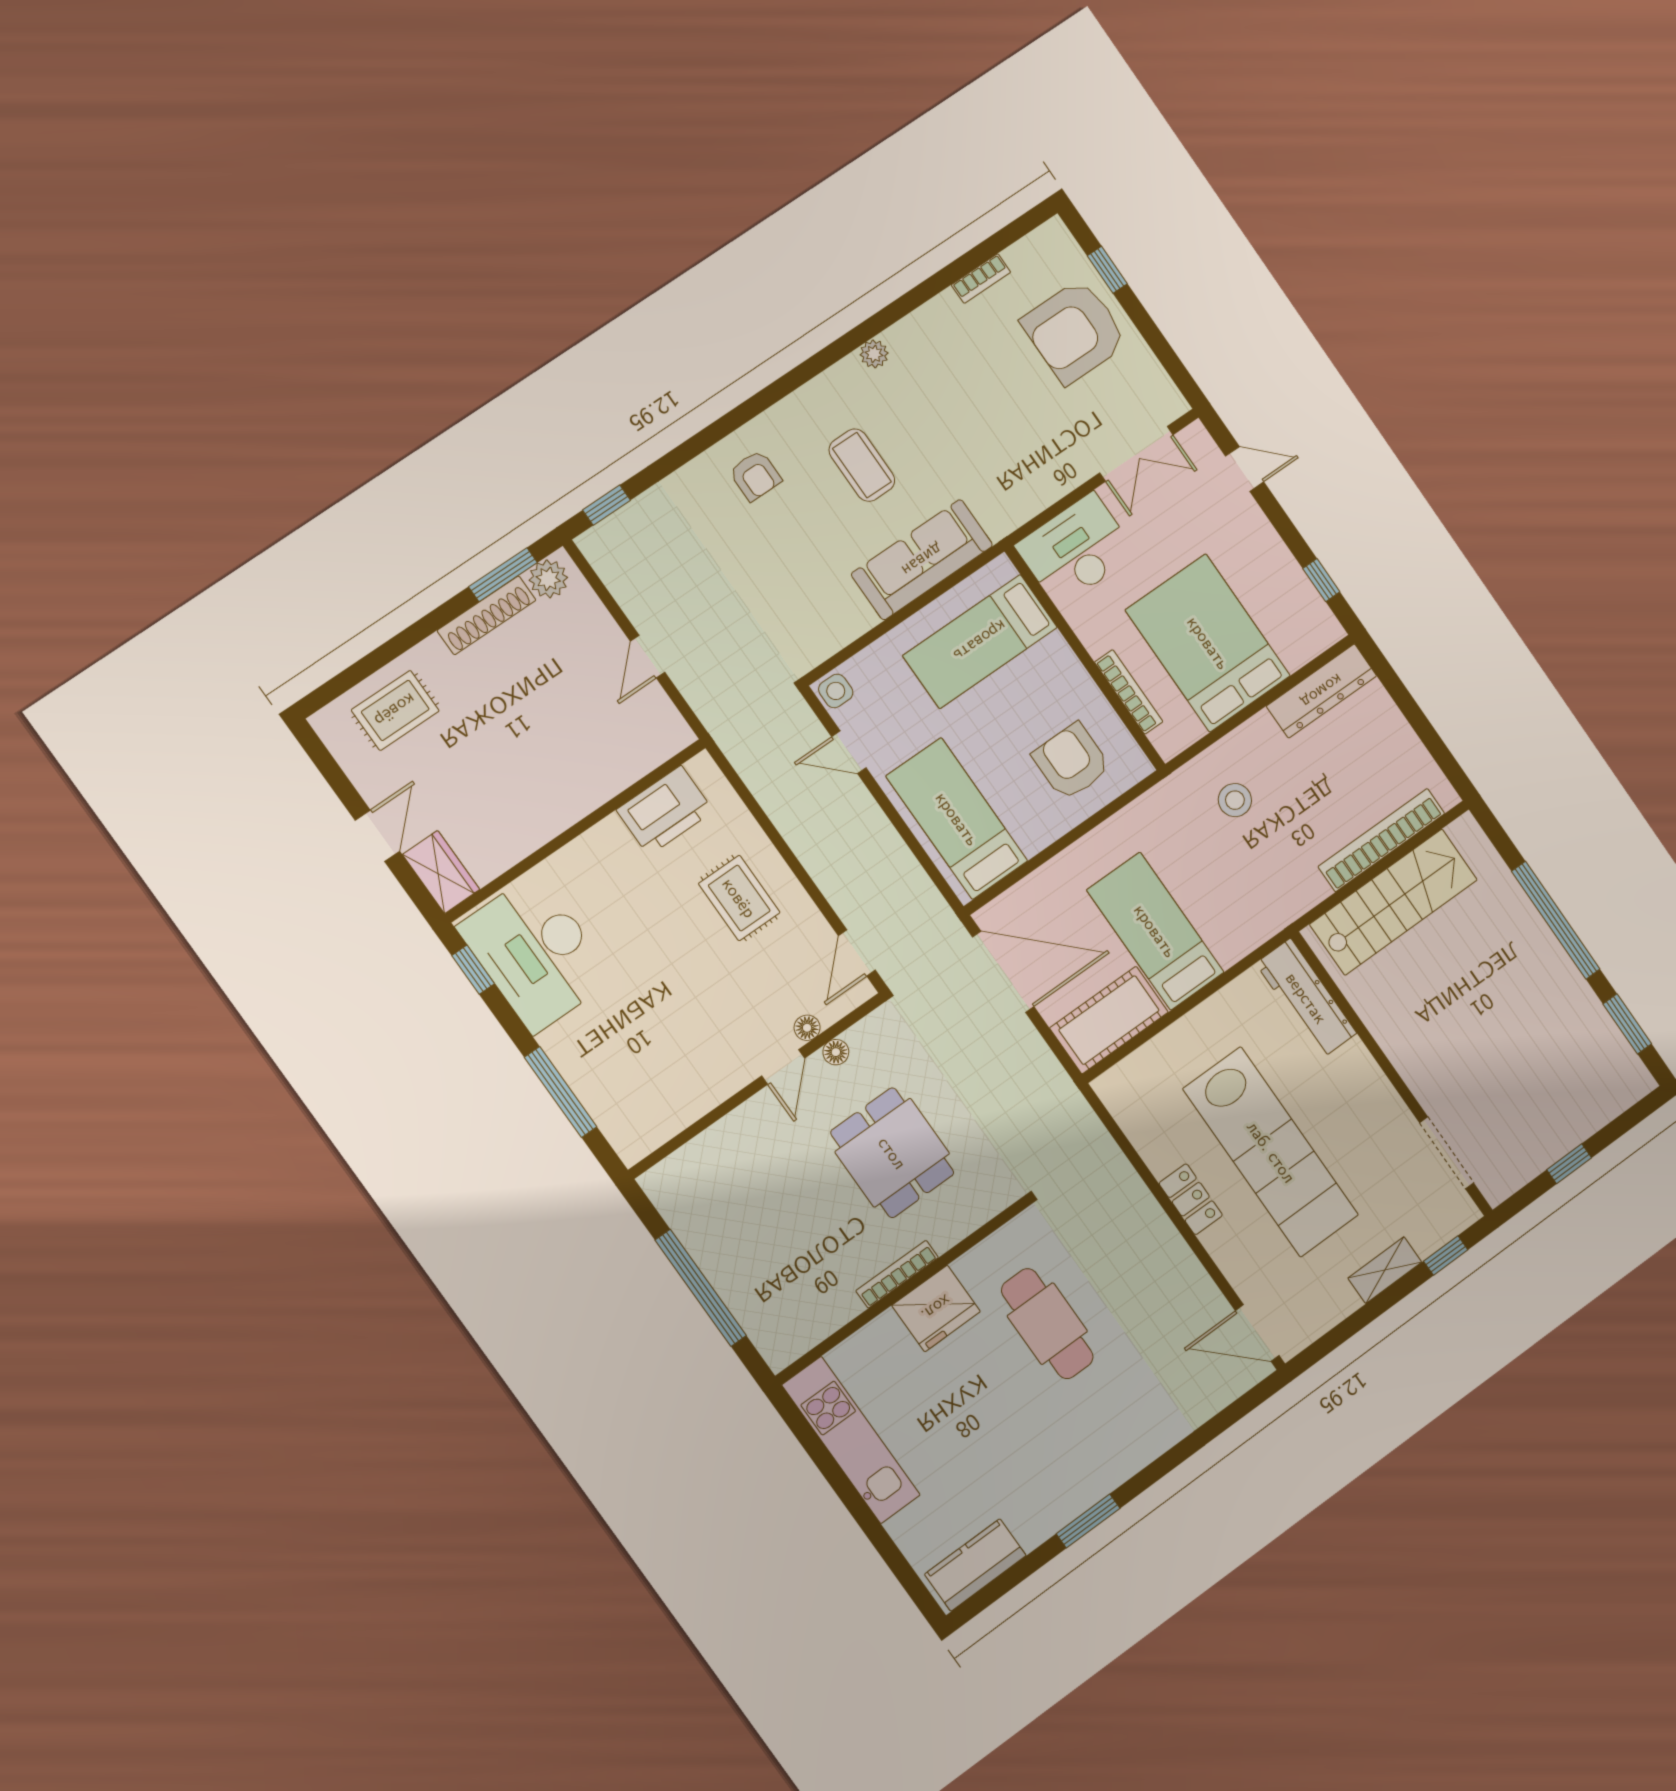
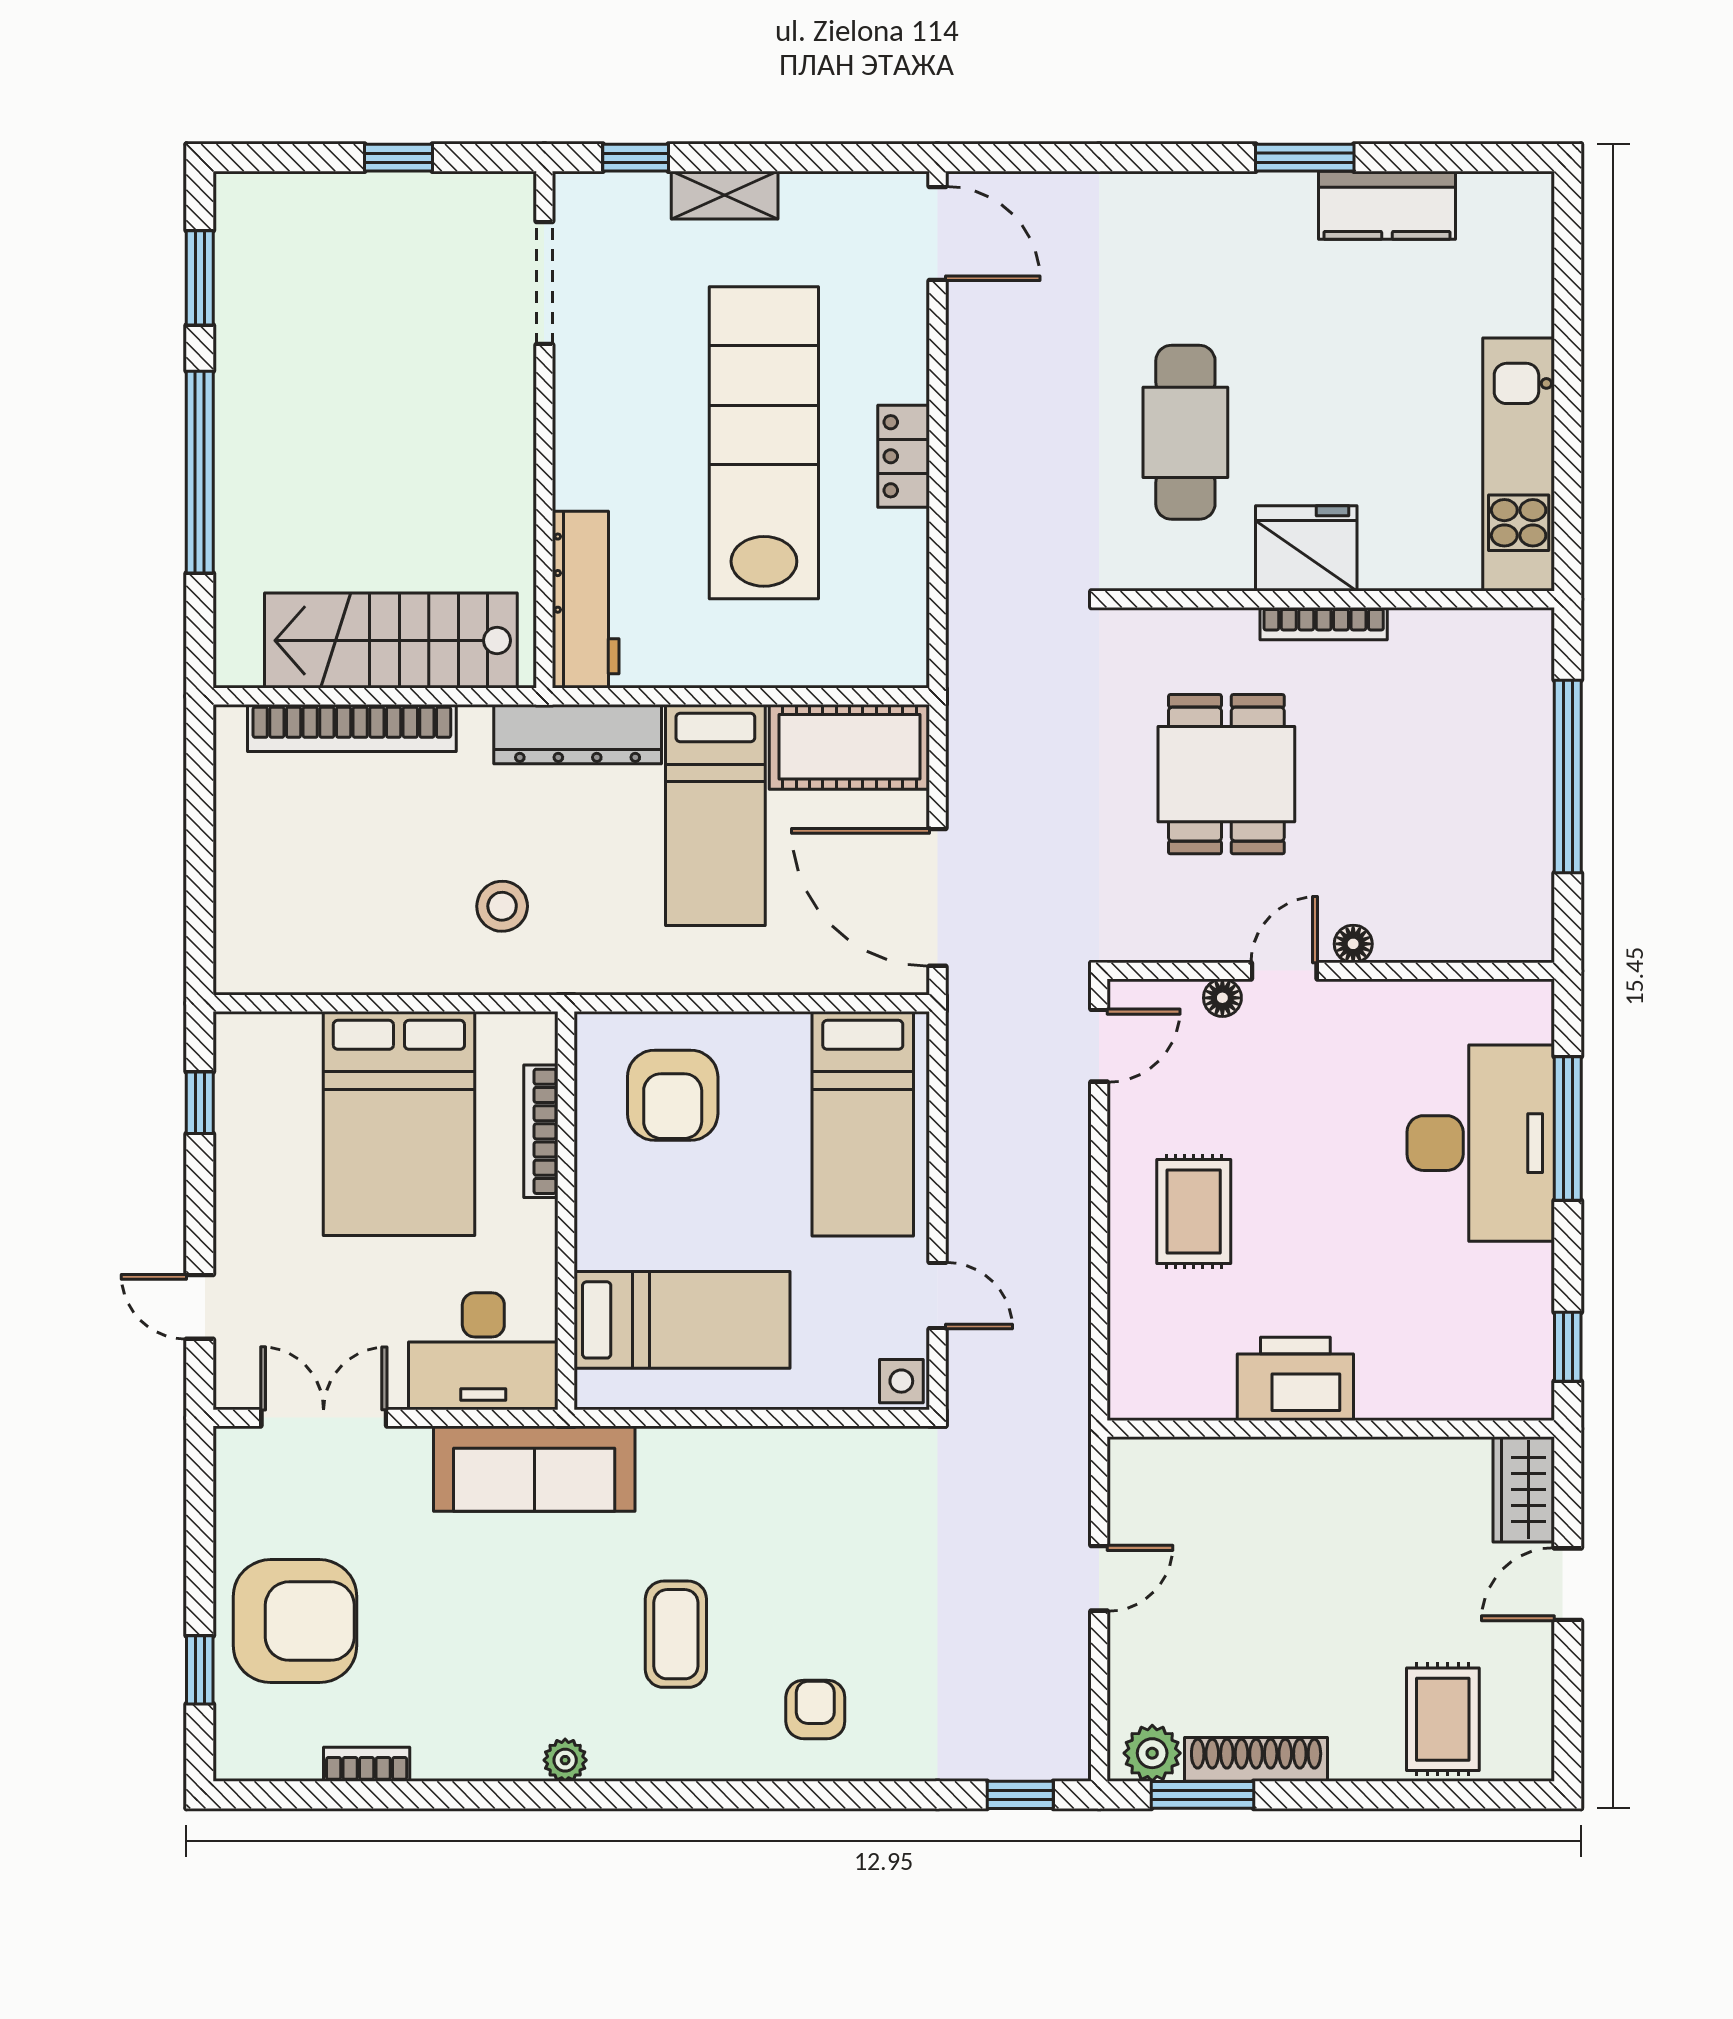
sofa: (922, 560) -> (534, 1469), moved
dresser: (1322, 691) -> (578, 734), moved, turned 180
rug: (395, 710) -> (1443, 1719), turned 90
printer: (665, 811) -> (1295, 1379), moved
desk: (536, 953) -> (1481, 1143), moved
floor lamp: (836, 1052) -> (1353, 944), moved
kitchen counter: (975, 1565) -> (1387, 205), moved

